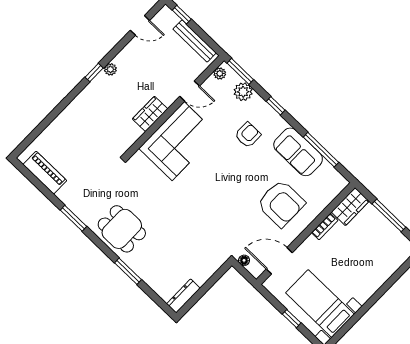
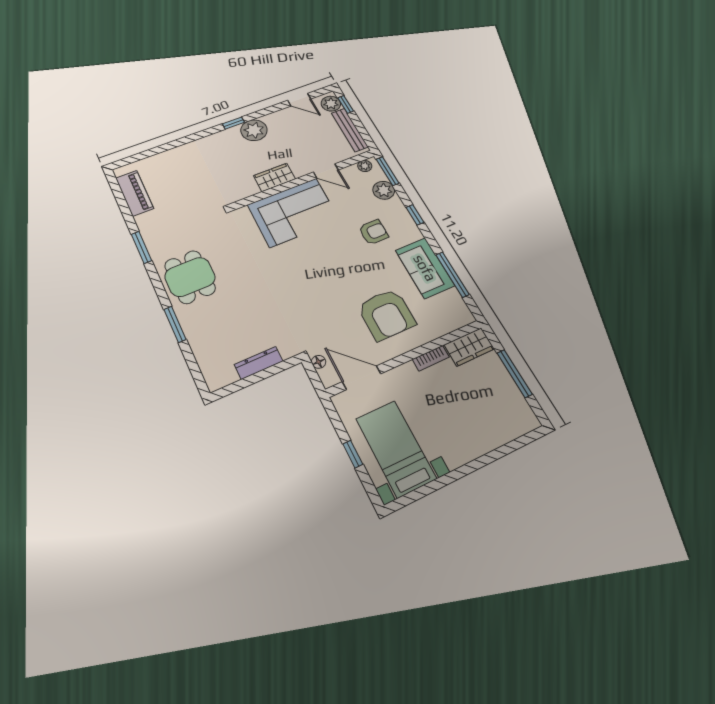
plant: (169, 19) -> (331, 104), added
plant: (110, 69) -> (254, 130), width x1.87, depth x1.87
dresser: (183, 296) -> (259, 363), moved

